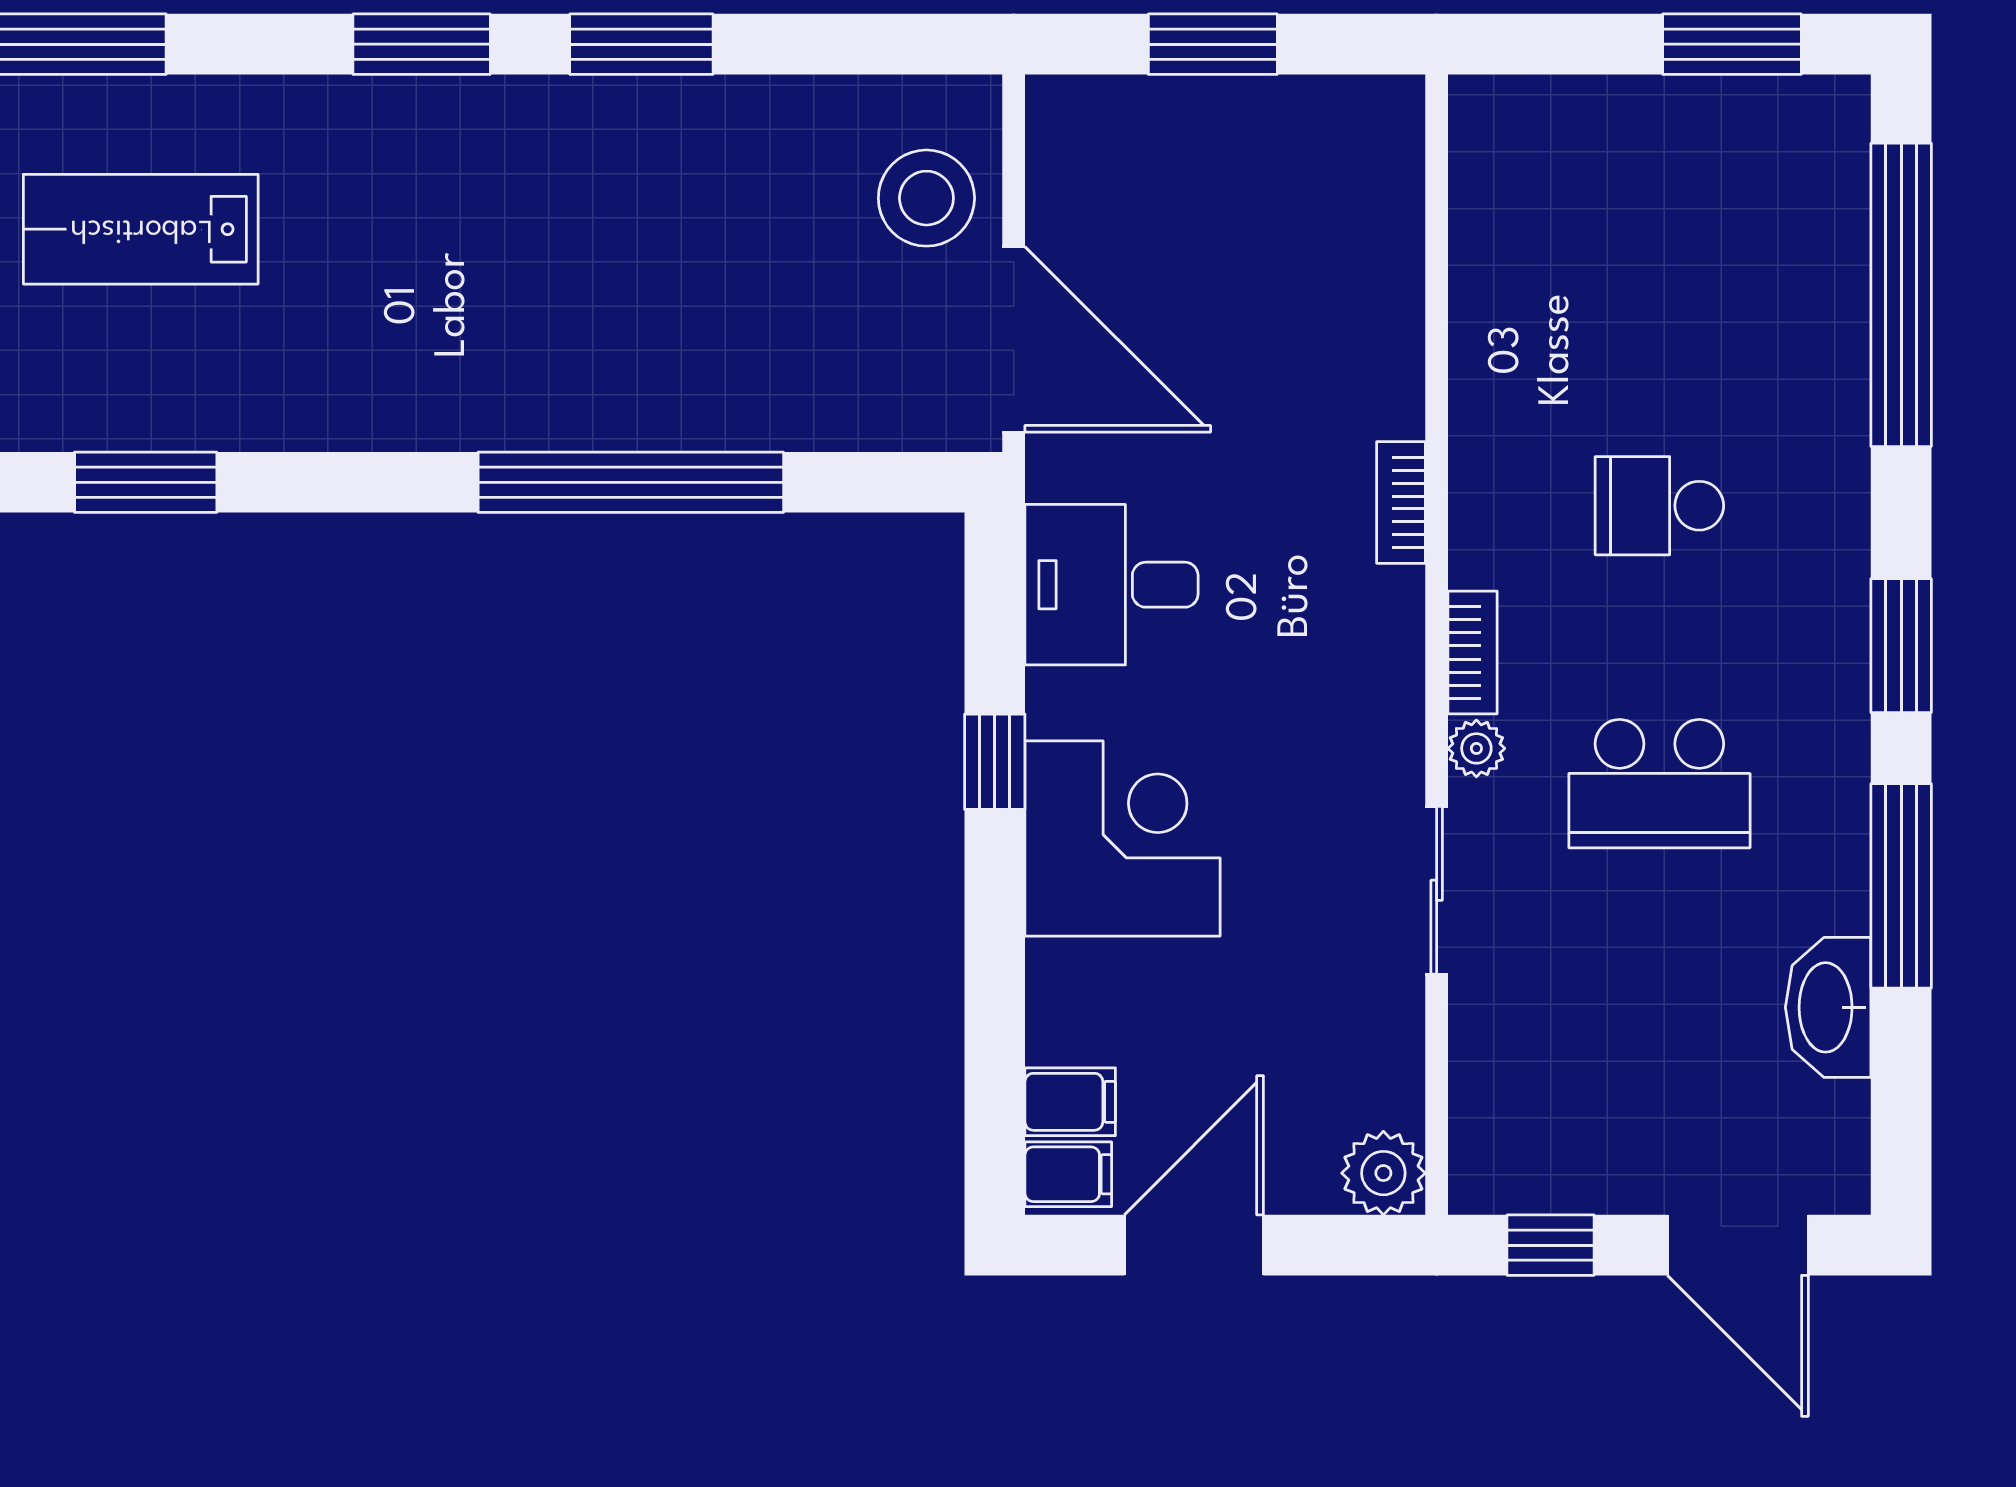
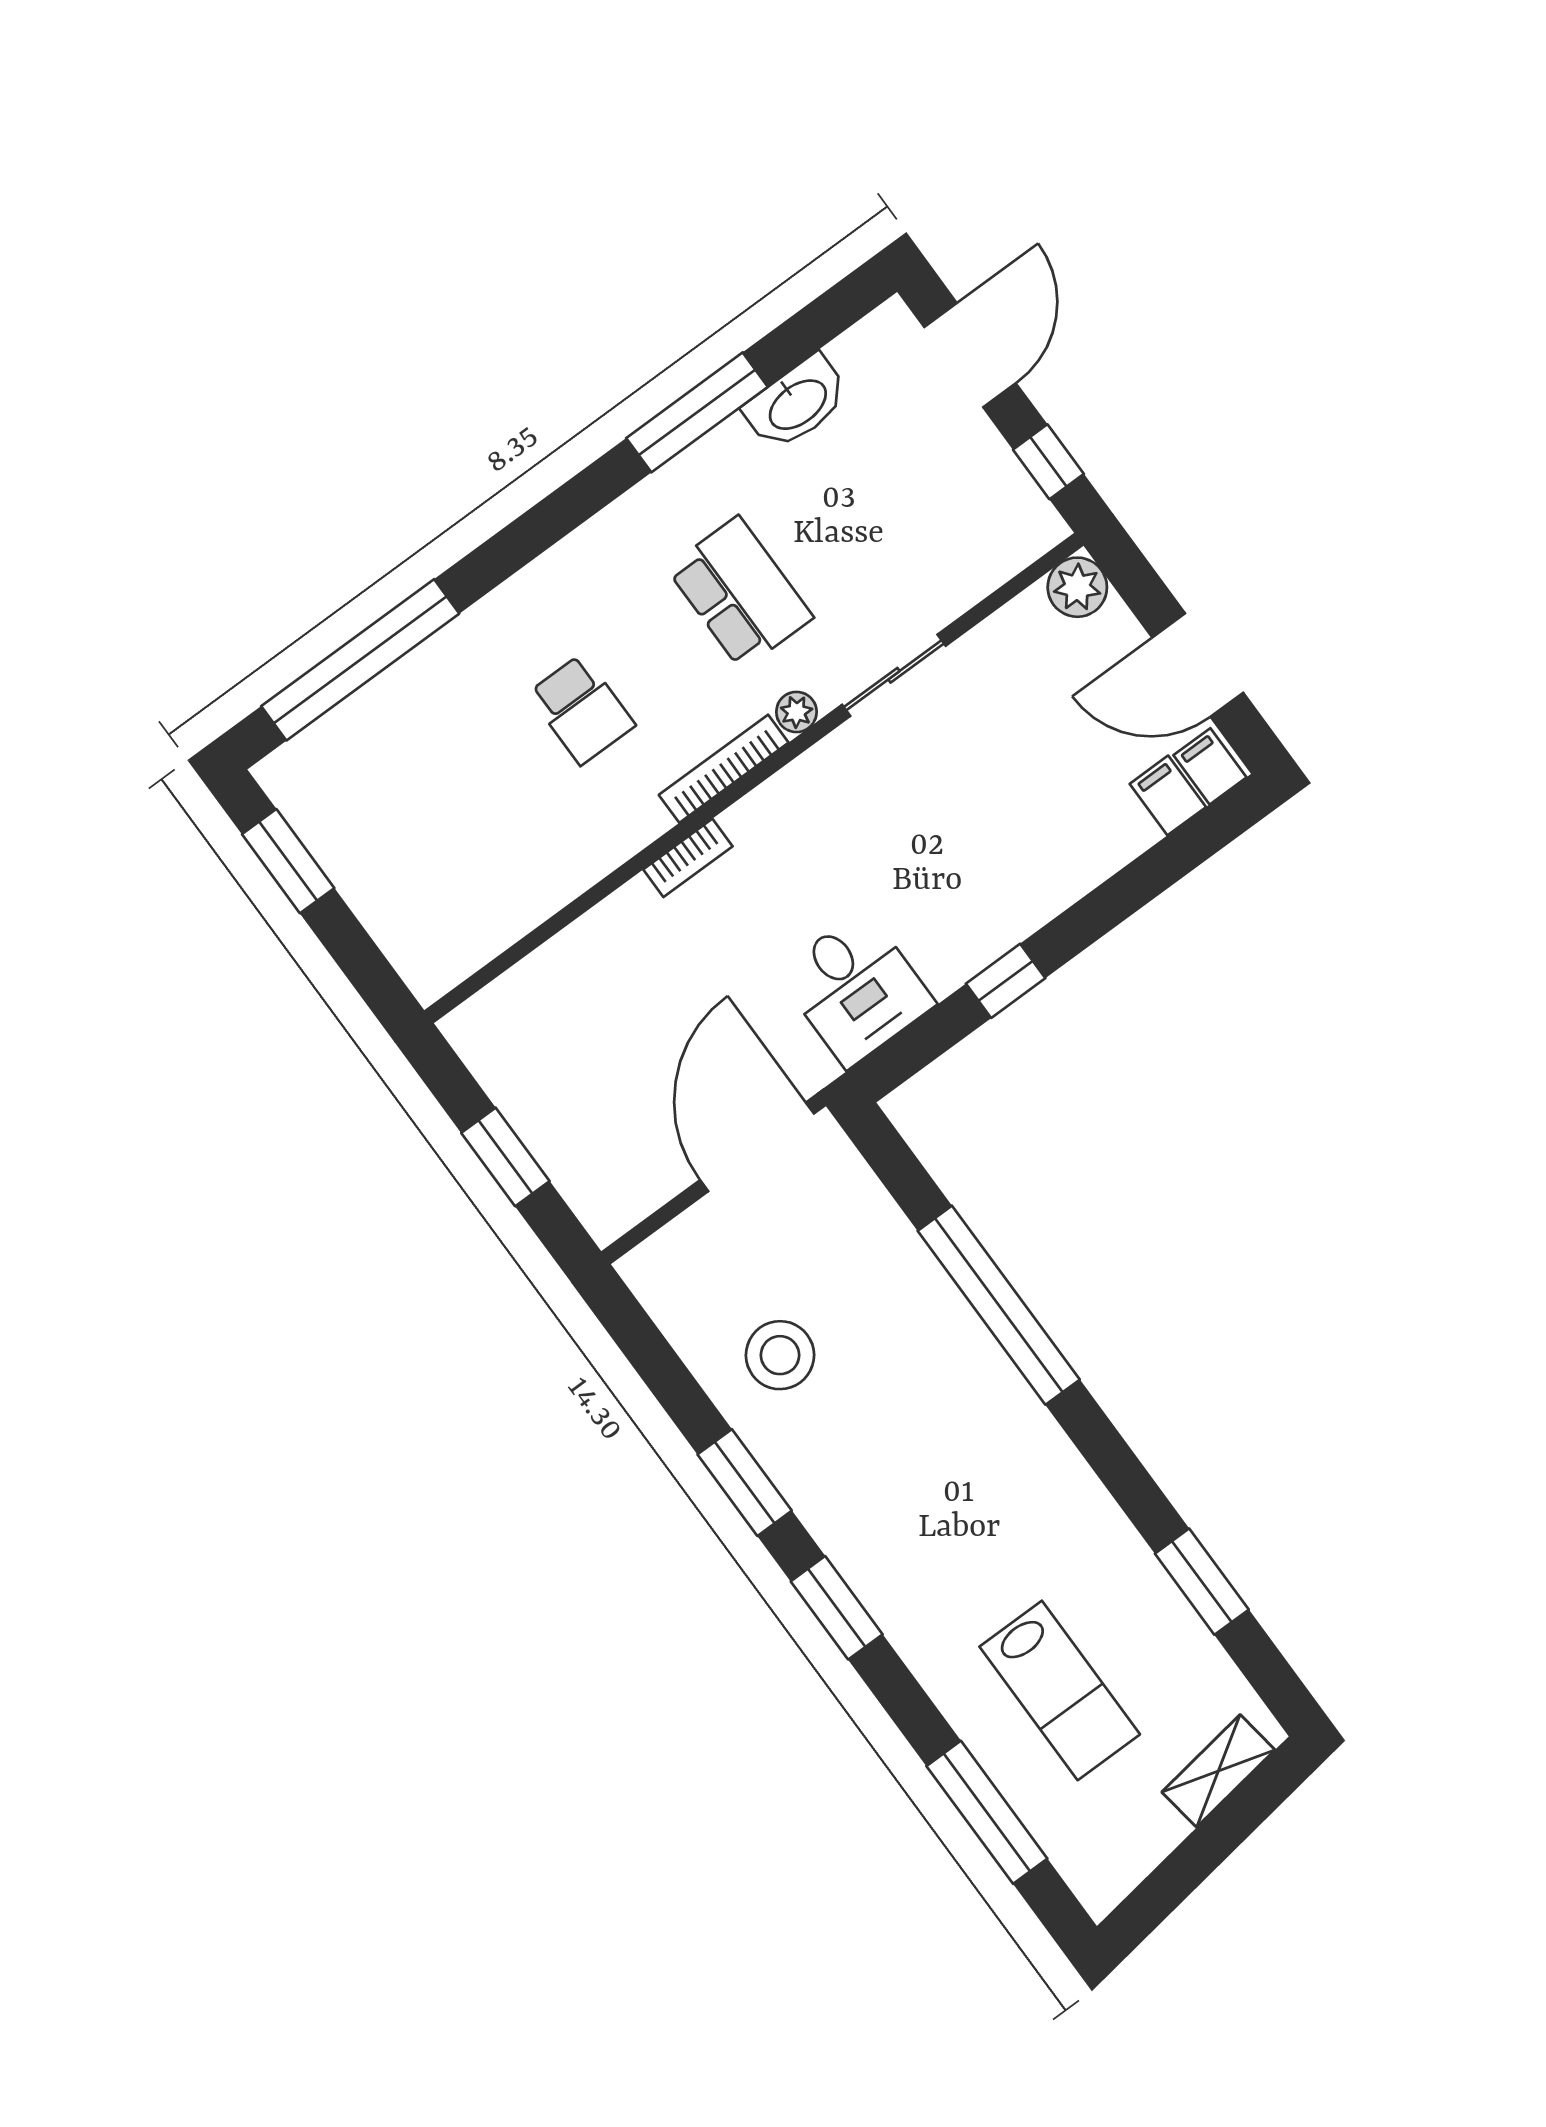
stool: (926, 198) -> (780, 1355), moved
window: (1901, 646) -> (560, 513), removed
bookcase: (1472, 653) -> (724, 769), width x1.56
corner desk: (1123, 838) -> (996, 876), removed

